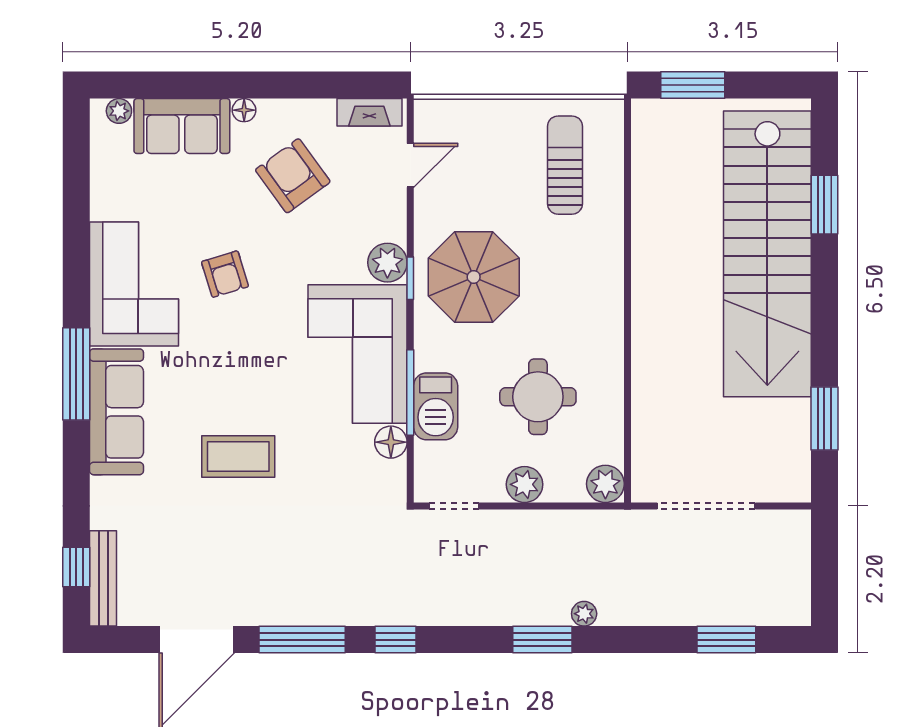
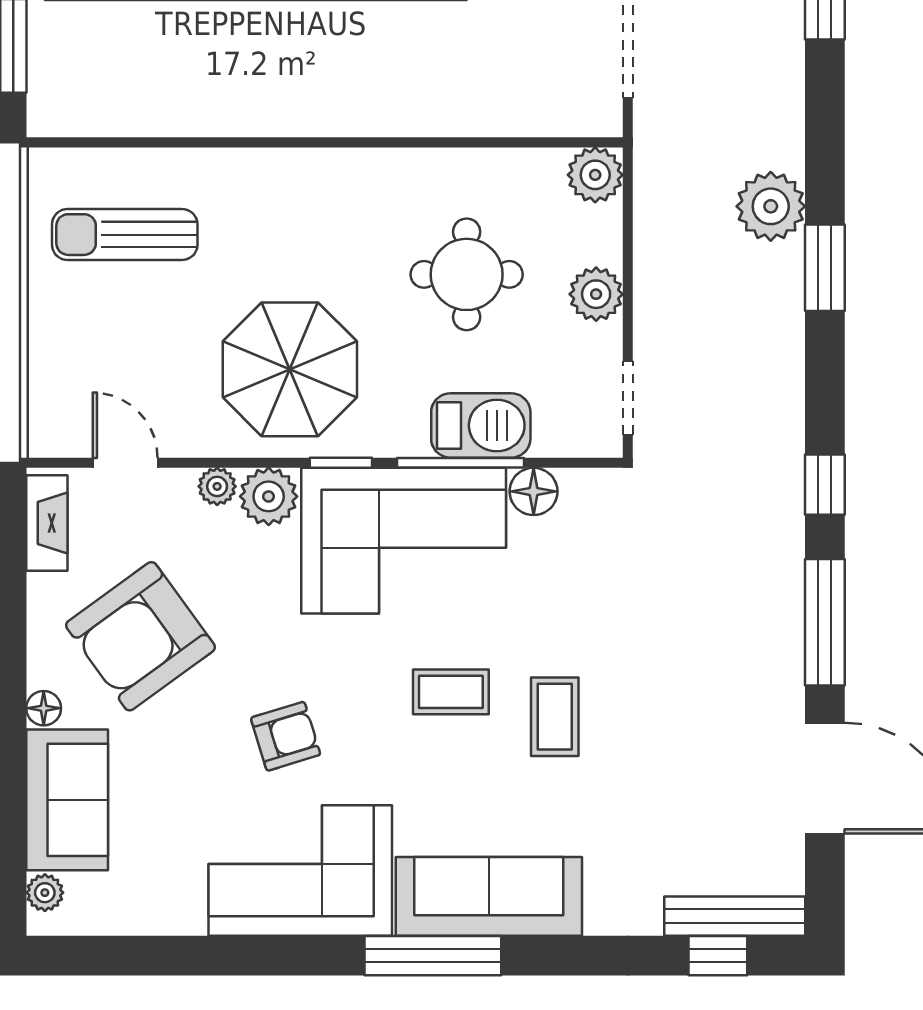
armchair: (293, 176) -> (140, 636), width x1.36, depth x1.36
plant: (394, 228) -> (217, 486), added
window: (410, 278) -> (341, 463), moved
coffee table: (255, 386) -> (451, 692), added
coffee table: (238, 456) -> (555, 717), width x0.73, depth x0.77
plant: (584, 614) -> (771, 206), width x1.88, depth x1.88

